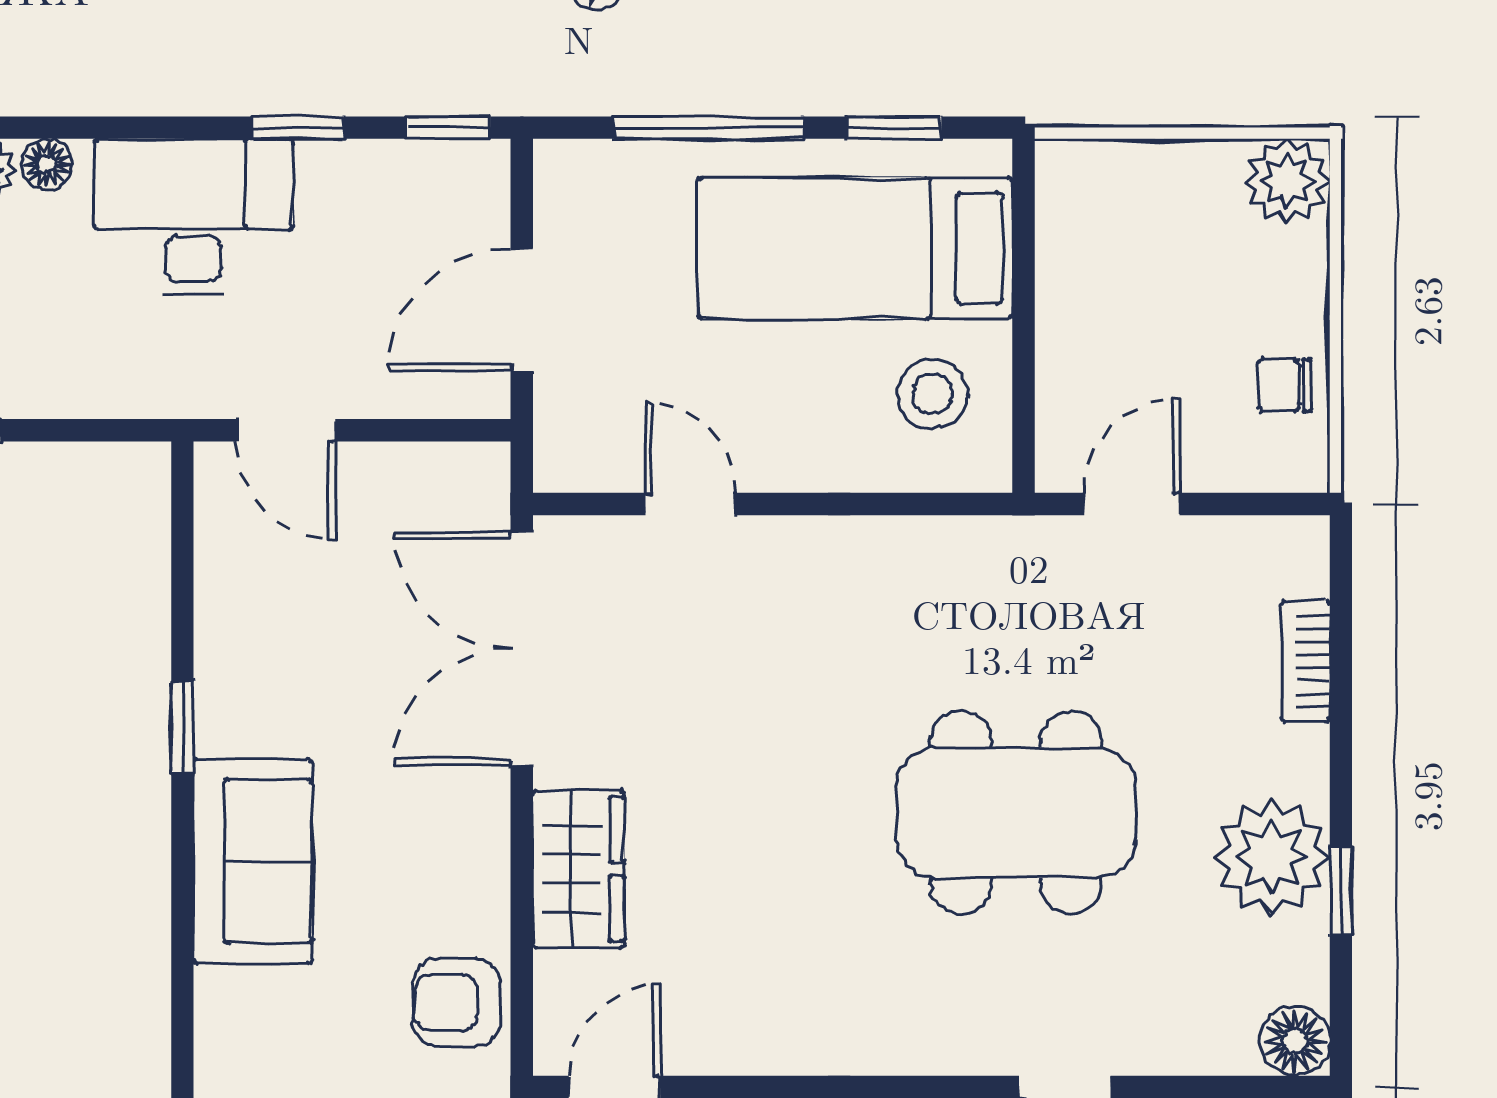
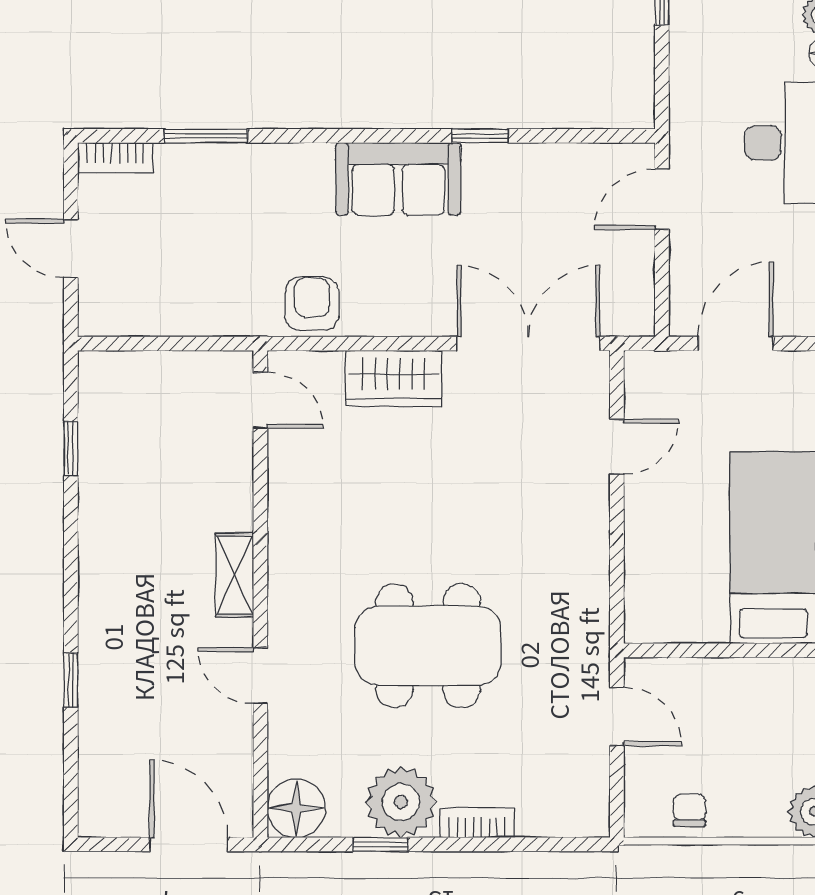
door: (522, 310) -> (736, 344), hinge flipped
stool: (932, 394) -> (684, 594), removed
bookcase: (1305, 661) -> (477, 823), moved
dining table: (1016, 813) -> (428, 646), turned 90
floor lamp: (1295, 1041) -> (296, 808), width x1.38, depth x1.38

